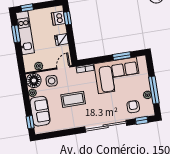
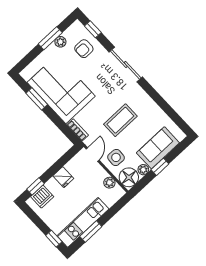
door: (63, 67) -> (93, 155), swing flipped
window: (154, 90) -> (50, 38), width x0.69
coffee table: (73, 99) -> (120, 120), turned 90
window: (30, 122) -> (160, 167), moved
sliding door: (106, 126) -> (126, 65), width x0.73

